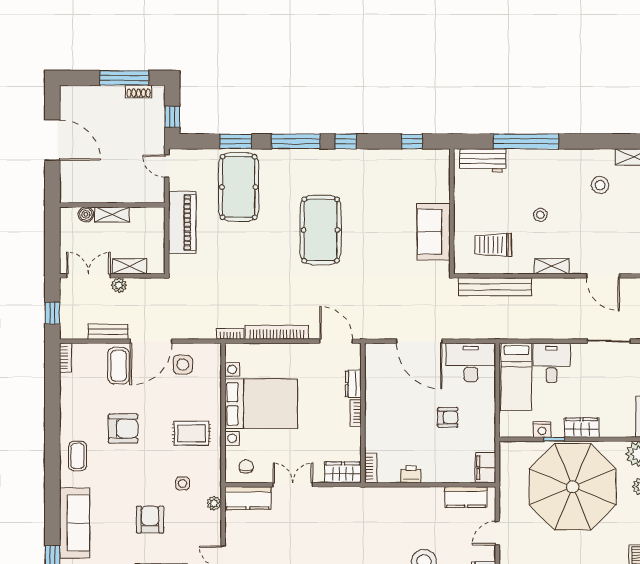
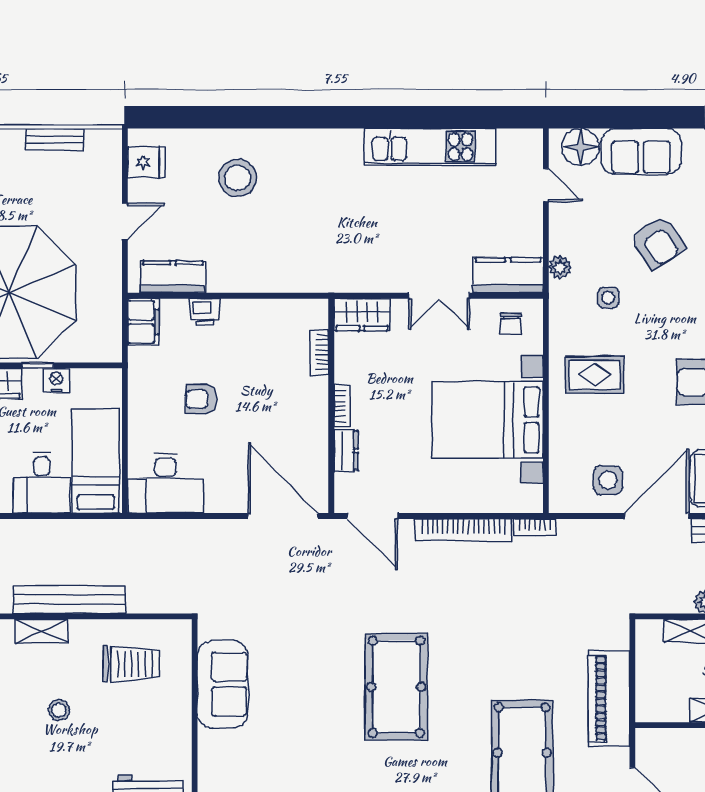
bench: (495, 287) -> (69, 600), moved
door: (419, 341) -> (283, 516), moved
bookcase: (371, 468) -> (319, 352), moved
printer: (411, 474) -> (205, 312), moved
armchair: (150, 520) -> (658, 242), turned -33

